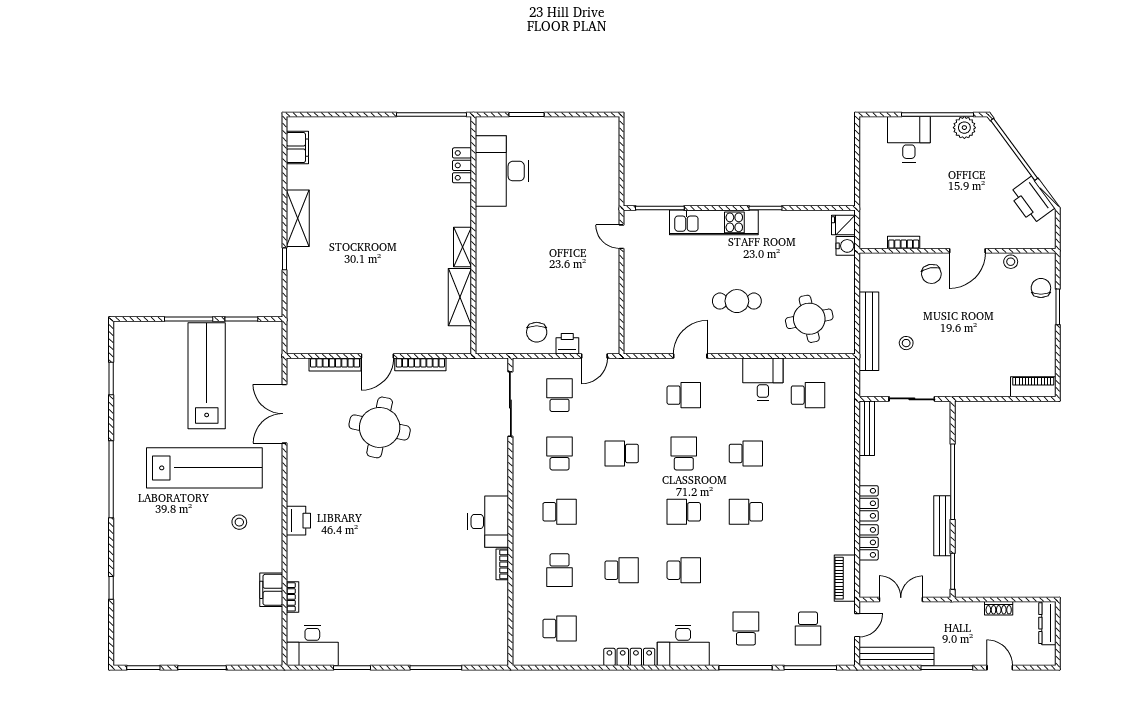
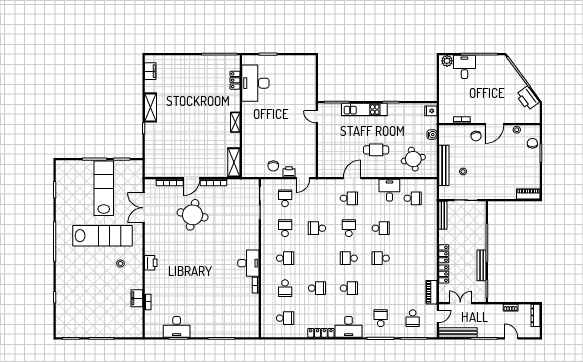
plant: (964, 128) -> (447, 61), moved
water cooler: (846, 246) -> (432, 135), moved
shelving: (460, 297) -> (234, 162), moved
desk: (312, 645) -> (177, 327), moved

